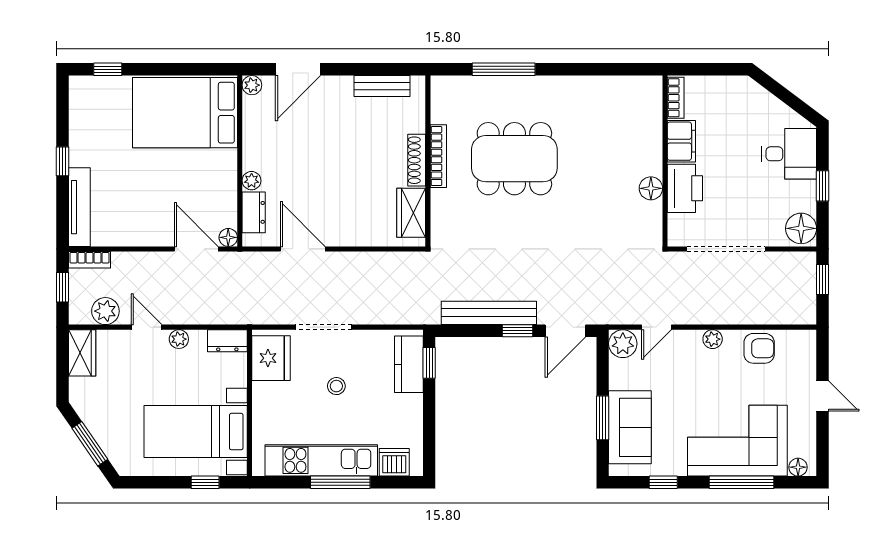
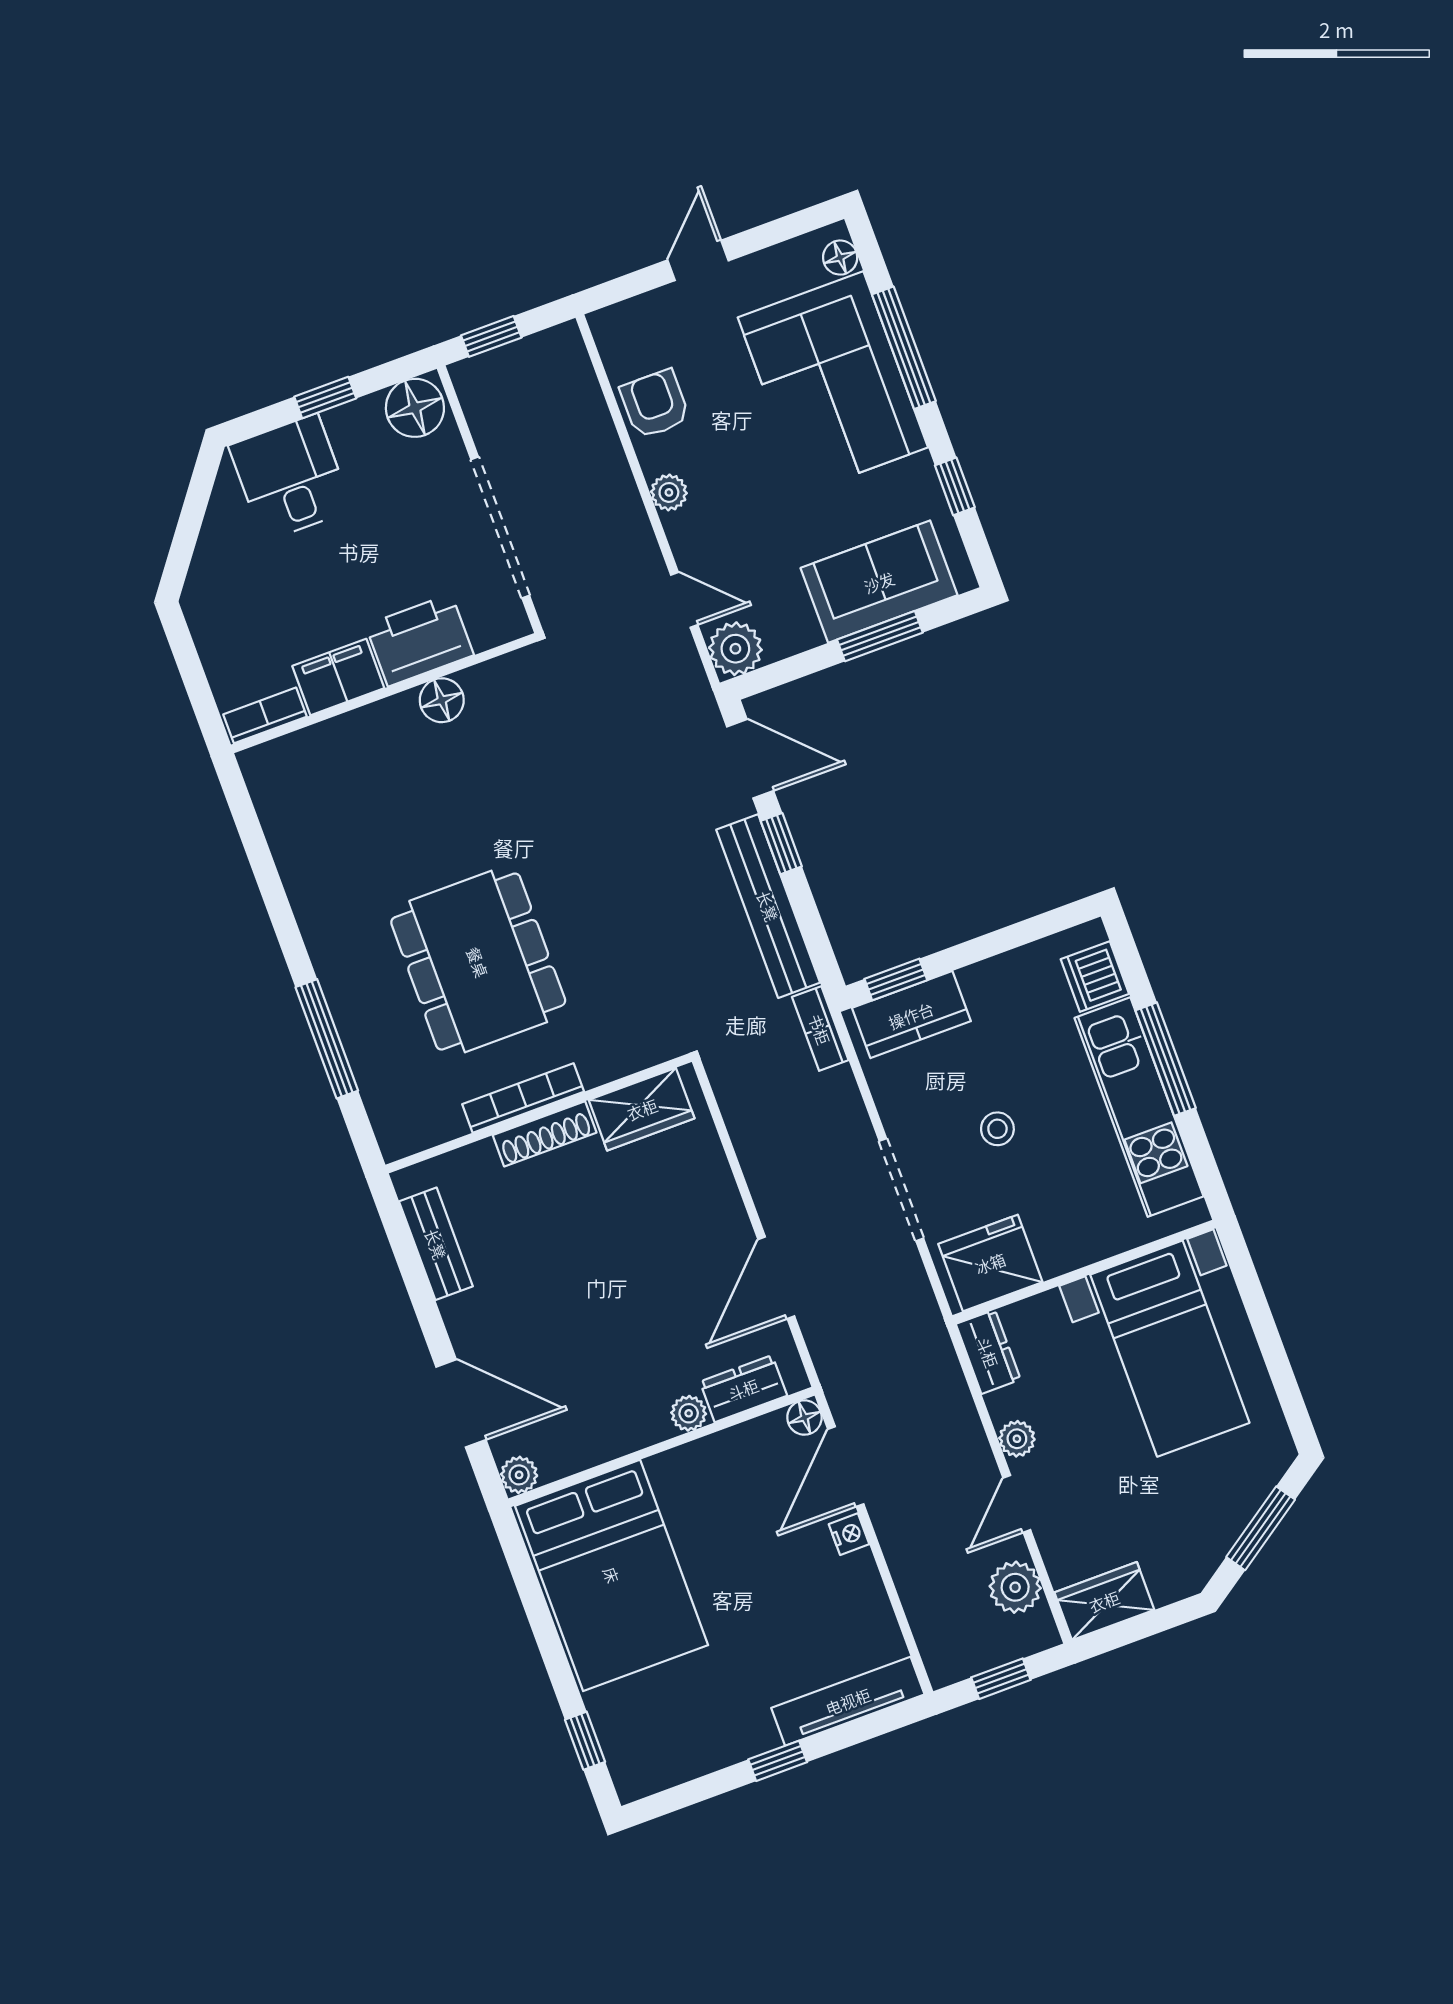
nightstand: (162, 238) -> (849, 1534), added
bookcase: (90, 260) -> (820, 1029), moved, turned 180
window: (205, 482) -> (1254, 1299), removed

